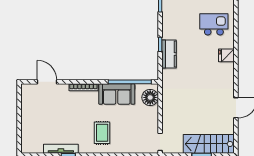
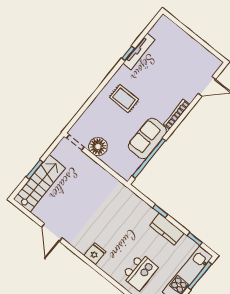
kitchen counter: (169, 54) -> (167, 229), moved
fridge: (226, 55) -> (95, 254), moved
floor lamp: (150, 97) -> (98, 147), moved

